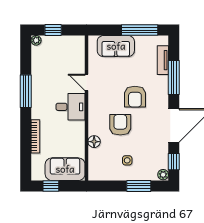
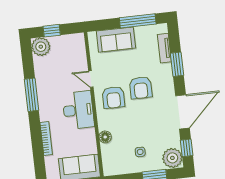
plant: (36, 40) -> (41, 47), width x1.87, depth x1.87
window: (174, 78) -> (177, 64), width x0.69
desk: (70, 107) -> (78, 110), width x1.37
armchair: (120, 125) -> (113, 97), moved, turned 180
plant: (163, 175) -> (172, 158), width x1.87, depth x1.87

